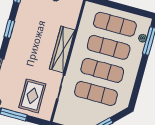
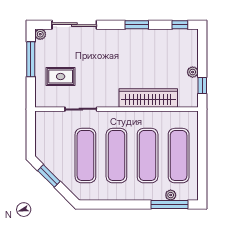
wardrobe: (62, 49) -> (148, 98), moved
rug: (32, 96) -> (61, 77), width x0.73, depth x0.70

